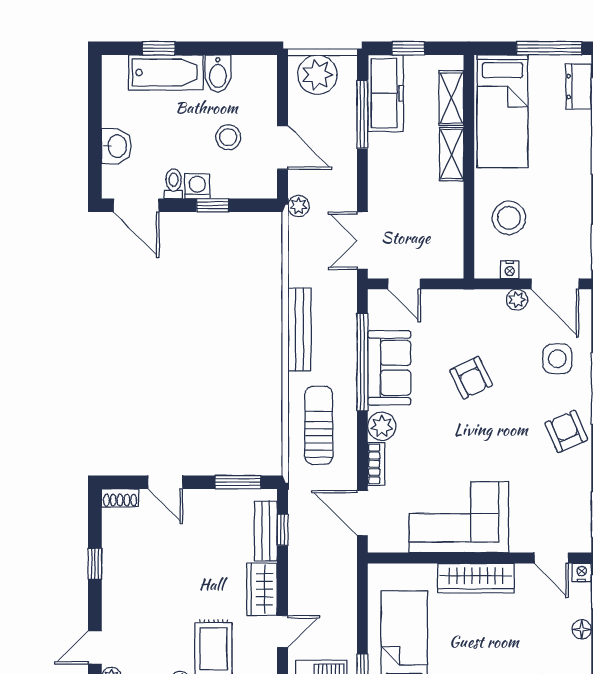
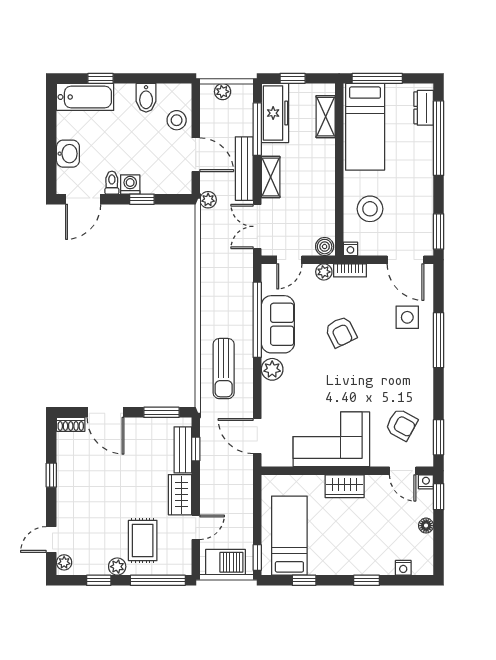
window: (549, 48) -> (377, 78), moved
bathtub: (166, 72) -> (85, 97), moved
plant: (317, 75) -> (223, 92), width x0.53, depth x0.53
stool: (228, 137) -> (177, 120), moved
shelving: (452, 154) -> (271, 177), moved
door: (136, 205) -> (83, 199), hinge flipped
boiler: (450, 267) -> (325, 247), added
nightstand: (510, 270) -> (350, 249), moved
door: (404, 284) -> (289, 260), hinge flipped
plant: (517, 300) -> (324, 272), moved
bench: (299, 329) -> (244, 169), moved
sun lounger: (319, 425) -> (224, 369), turned 180
armchair: (566, 431) -> (401, 425), moved, turned 142
bookcase: (376, 464) -> (350, 270), moved, turned 90
door: (165, 482) -> (105, 412), width x1.38
wardrobe: (476, 578) -> (345, 486), width x0.67

